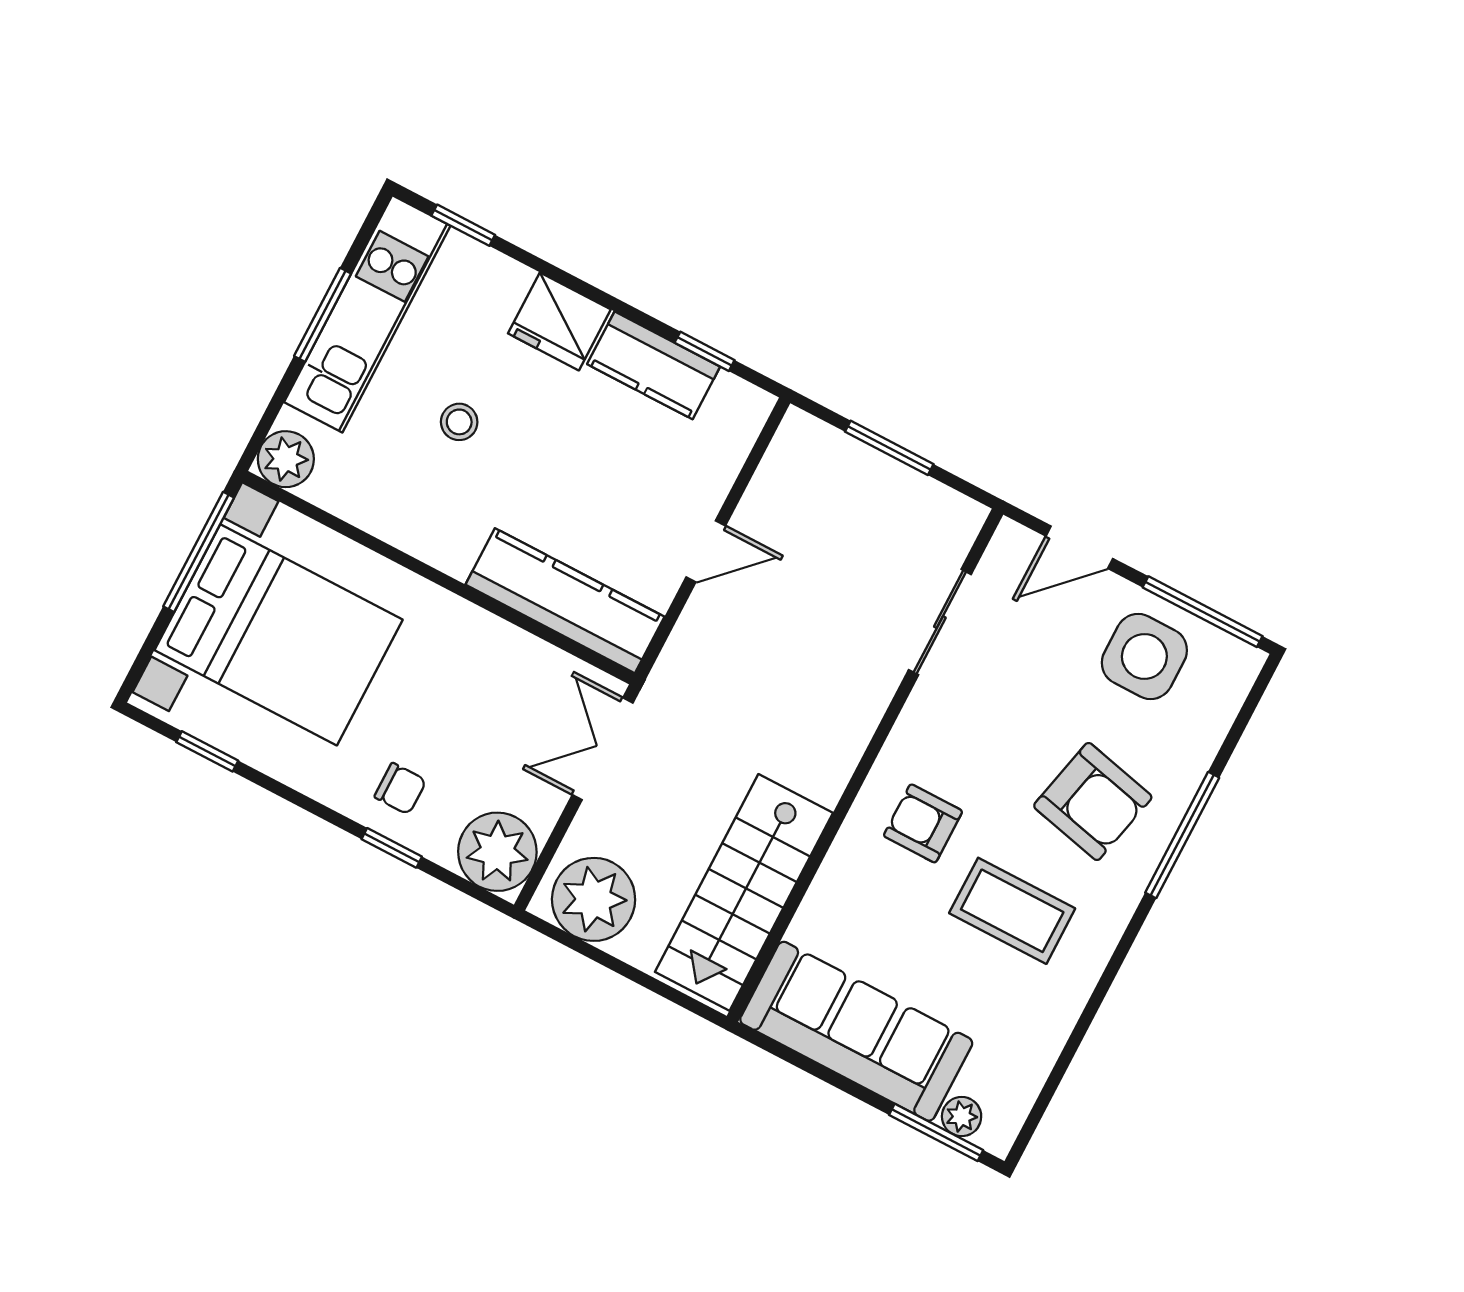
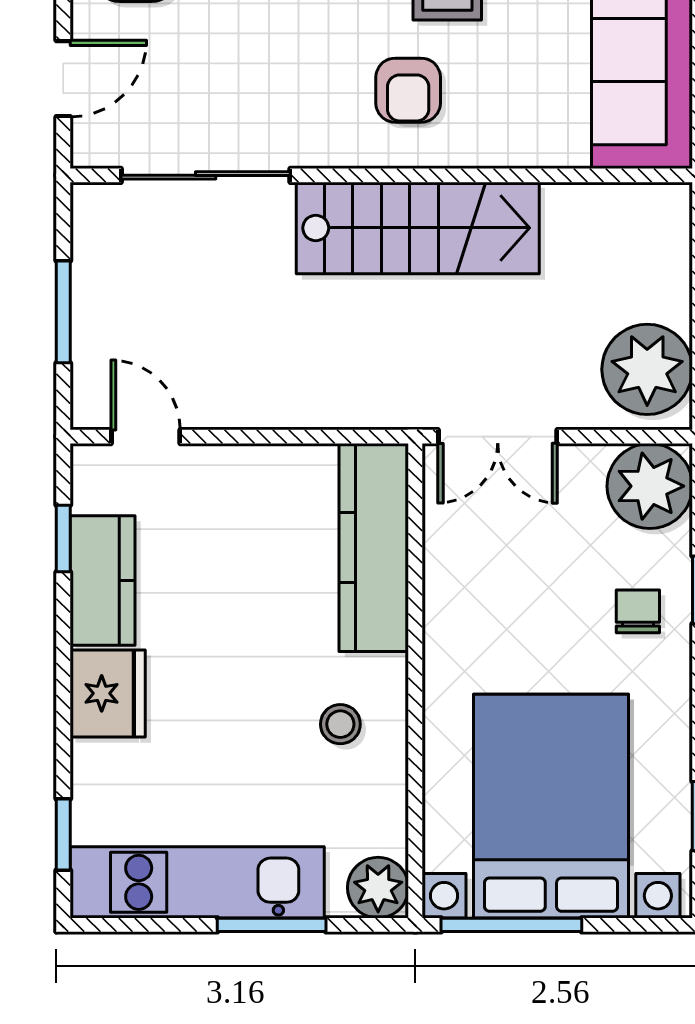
window: (323, 315) -> (272, 925), moved
stool: (459, 422) -> (340, 724), moved
door: (1079, 547) -> (63, 79), hinge flipped
door: (706, 551) -> (146, 437), moved
sliding door: (940, 622) -> (206, 175), width x1.37
stairs: (744, 892) -> (418, 228), moved

